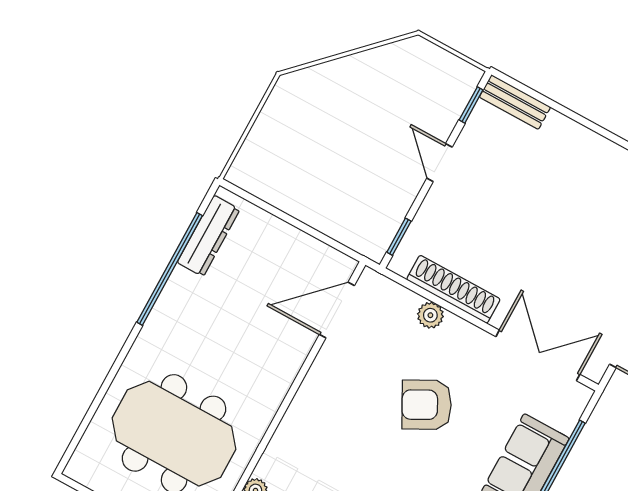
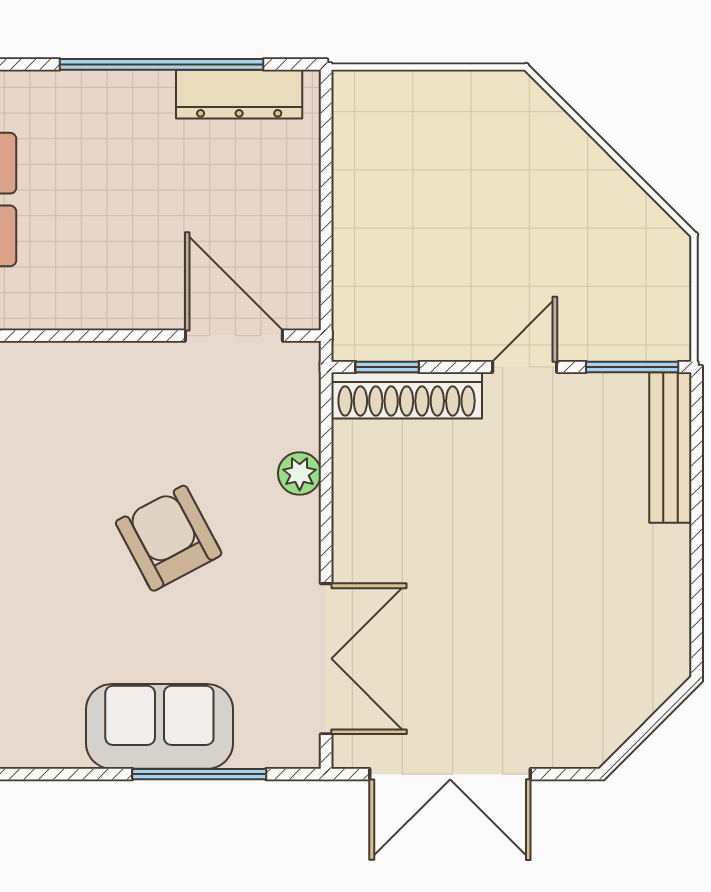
bench: (515, 102) -> (670, 448), width x1.36
window: (471, 105) -> (632, 367), width x1.50
shoe rack: (453, 289) -> (407, 395), moved, turned 90

